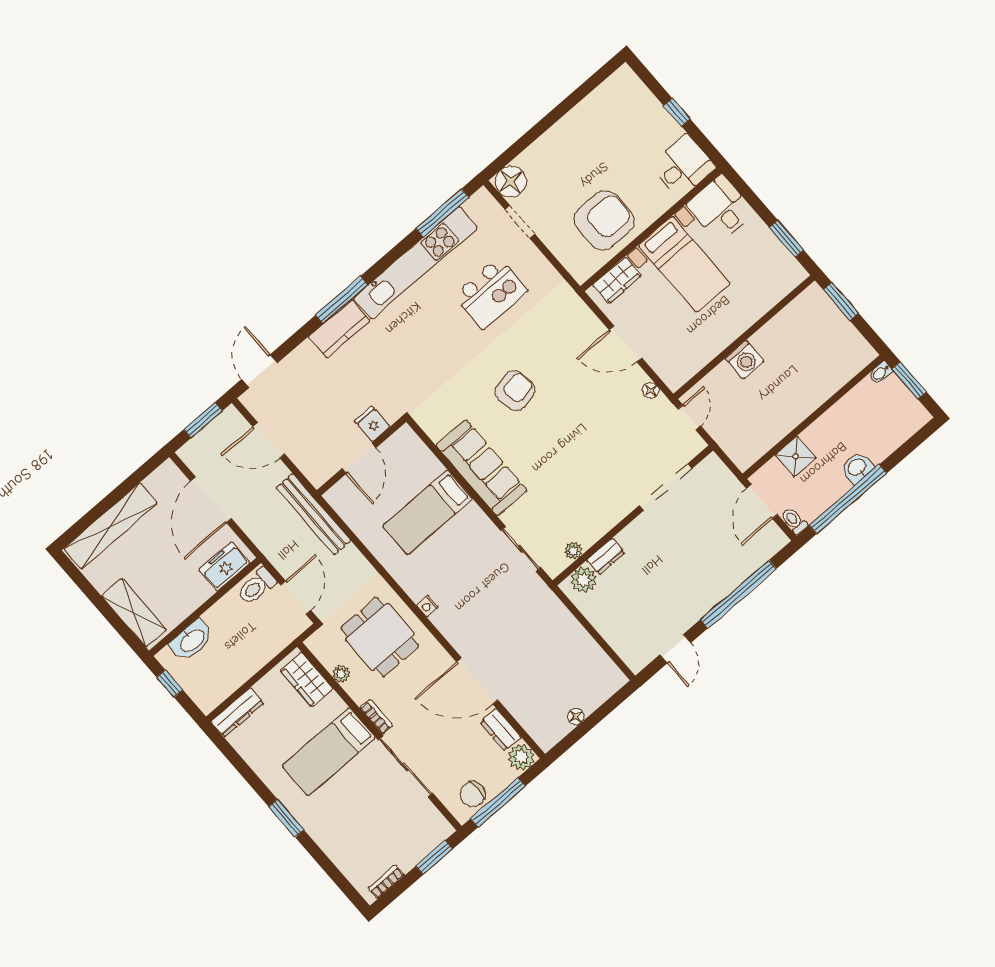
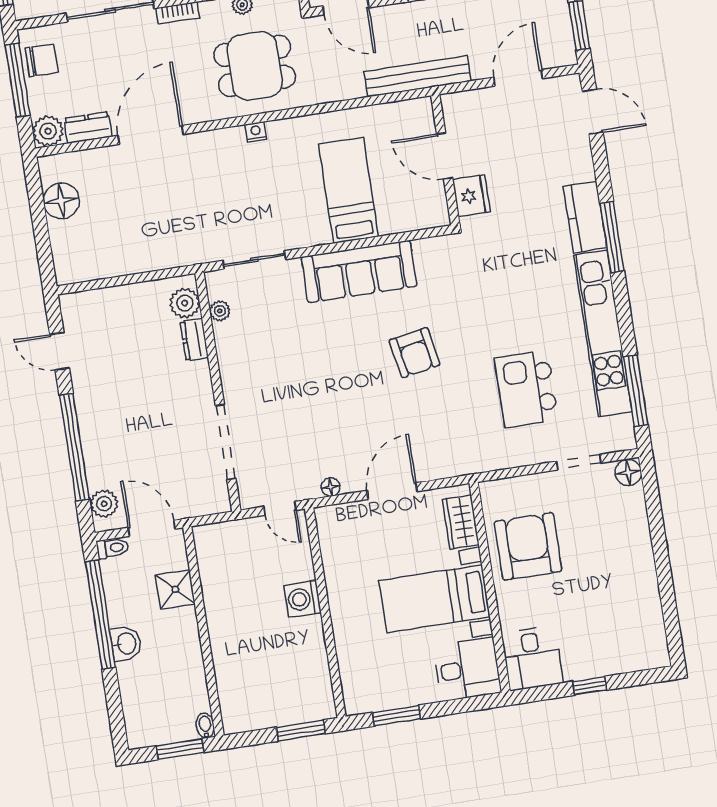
floor lamp: (511, 182) -> (628, 473), width x0.73, depth x0.73
armchair: (604, 220) -> (528, 546), turned 180
fridge: (372, 424) -> (471, 196), width x1.38
plant: (766, 547) -> (104, 504), added
floor lamp: (576, 717) -> (61, 201), width x1.89, depth x1.89
chair: (473, 794) -> (42, 60), turned 90

